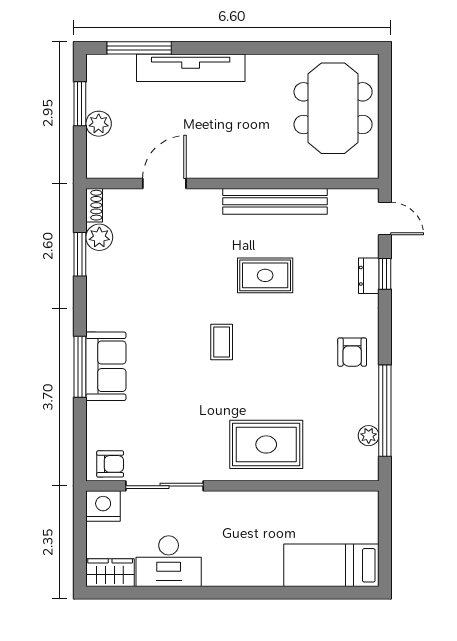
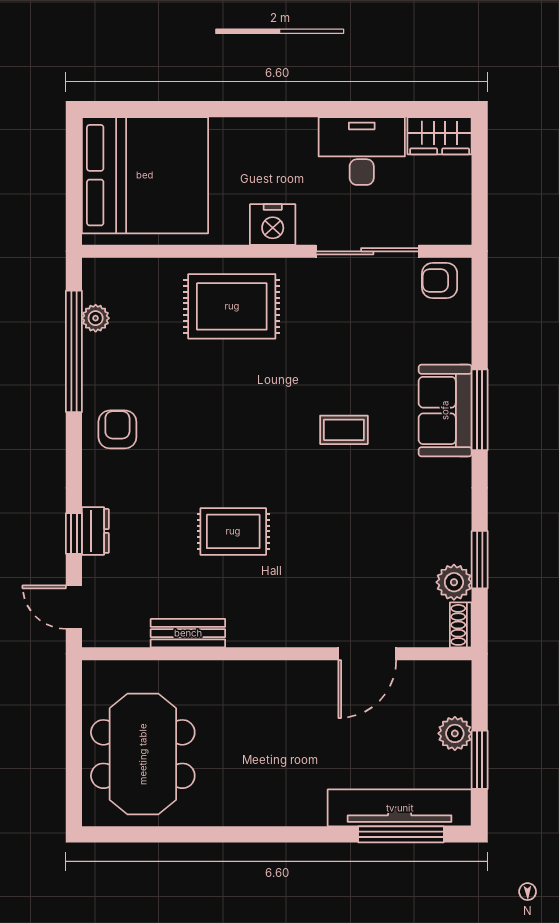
tv unit: (191, 68) -> (400, 808), moved
bench: (275, 201) -> (188, 633), width x0.54, depth x0.82
coffee table: (222, 342) -> (344, 430), moved, turned 90
nightstand: (103, 506) -> (273, 225), moved
bed: (331, 565) -> (145, 175), width x2.04

